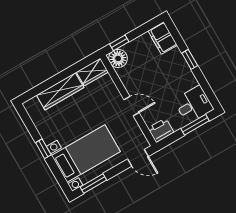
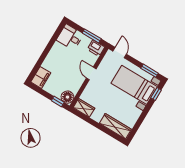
window: (190, 59) -> (44, 54), removed
wardrobe: (60, 91) -> (115, 126), moved
window: (195, 125) -> (92, 36), moved
window: (43, 149) -> (156, 94), moved

